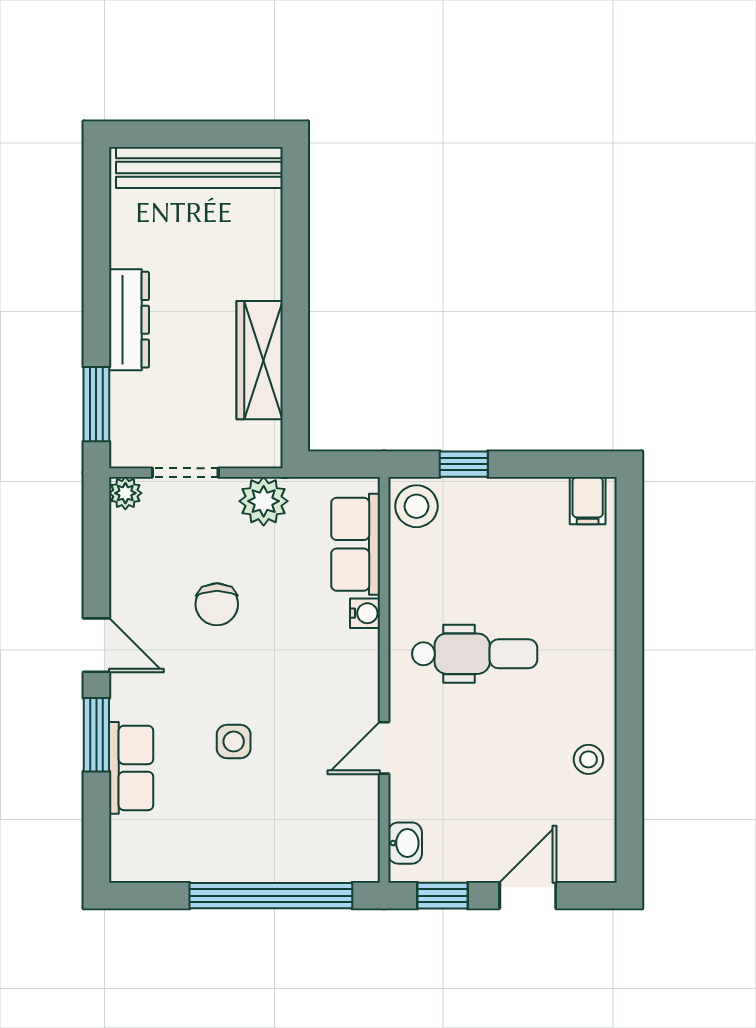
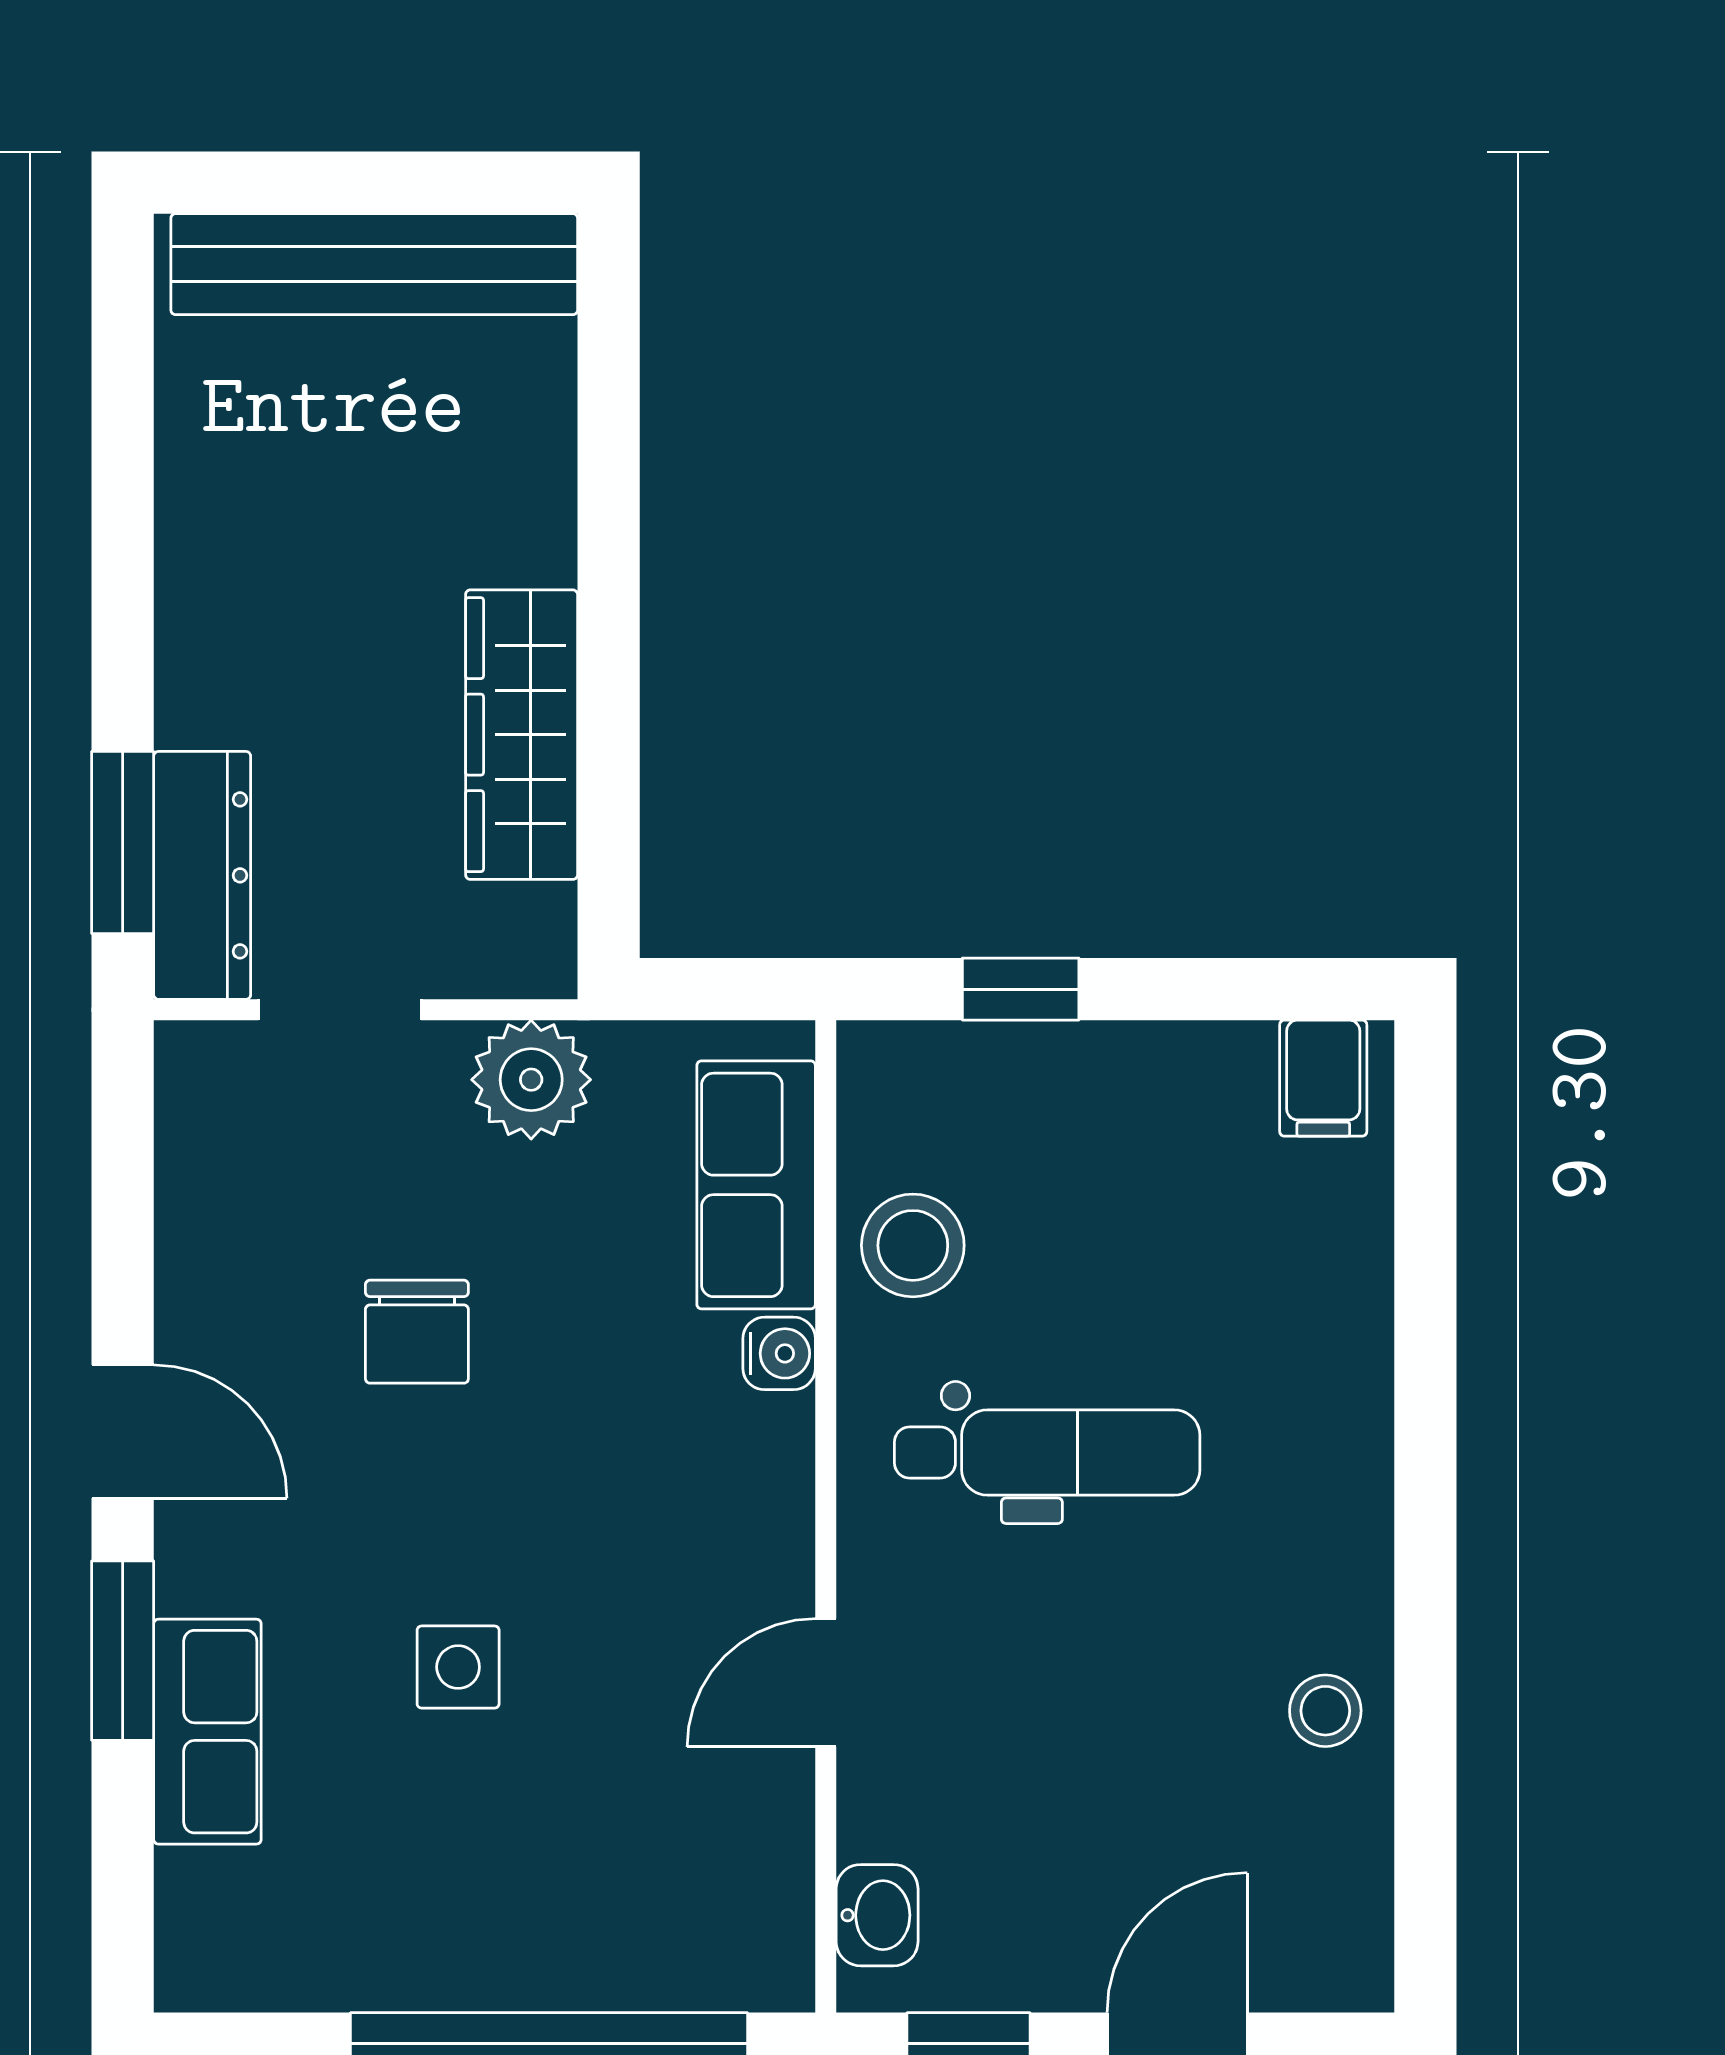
dresser: (129, 320) -> (202, 875), moved
plant: (125, 493) -> (193, 1060), removed
stool: (416, 506) -> (913, 1245), moved

